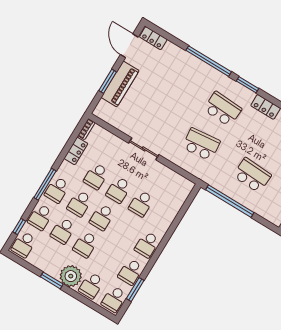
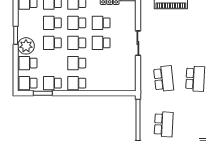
school desk: (141, 204) -> (77, 63), moved

